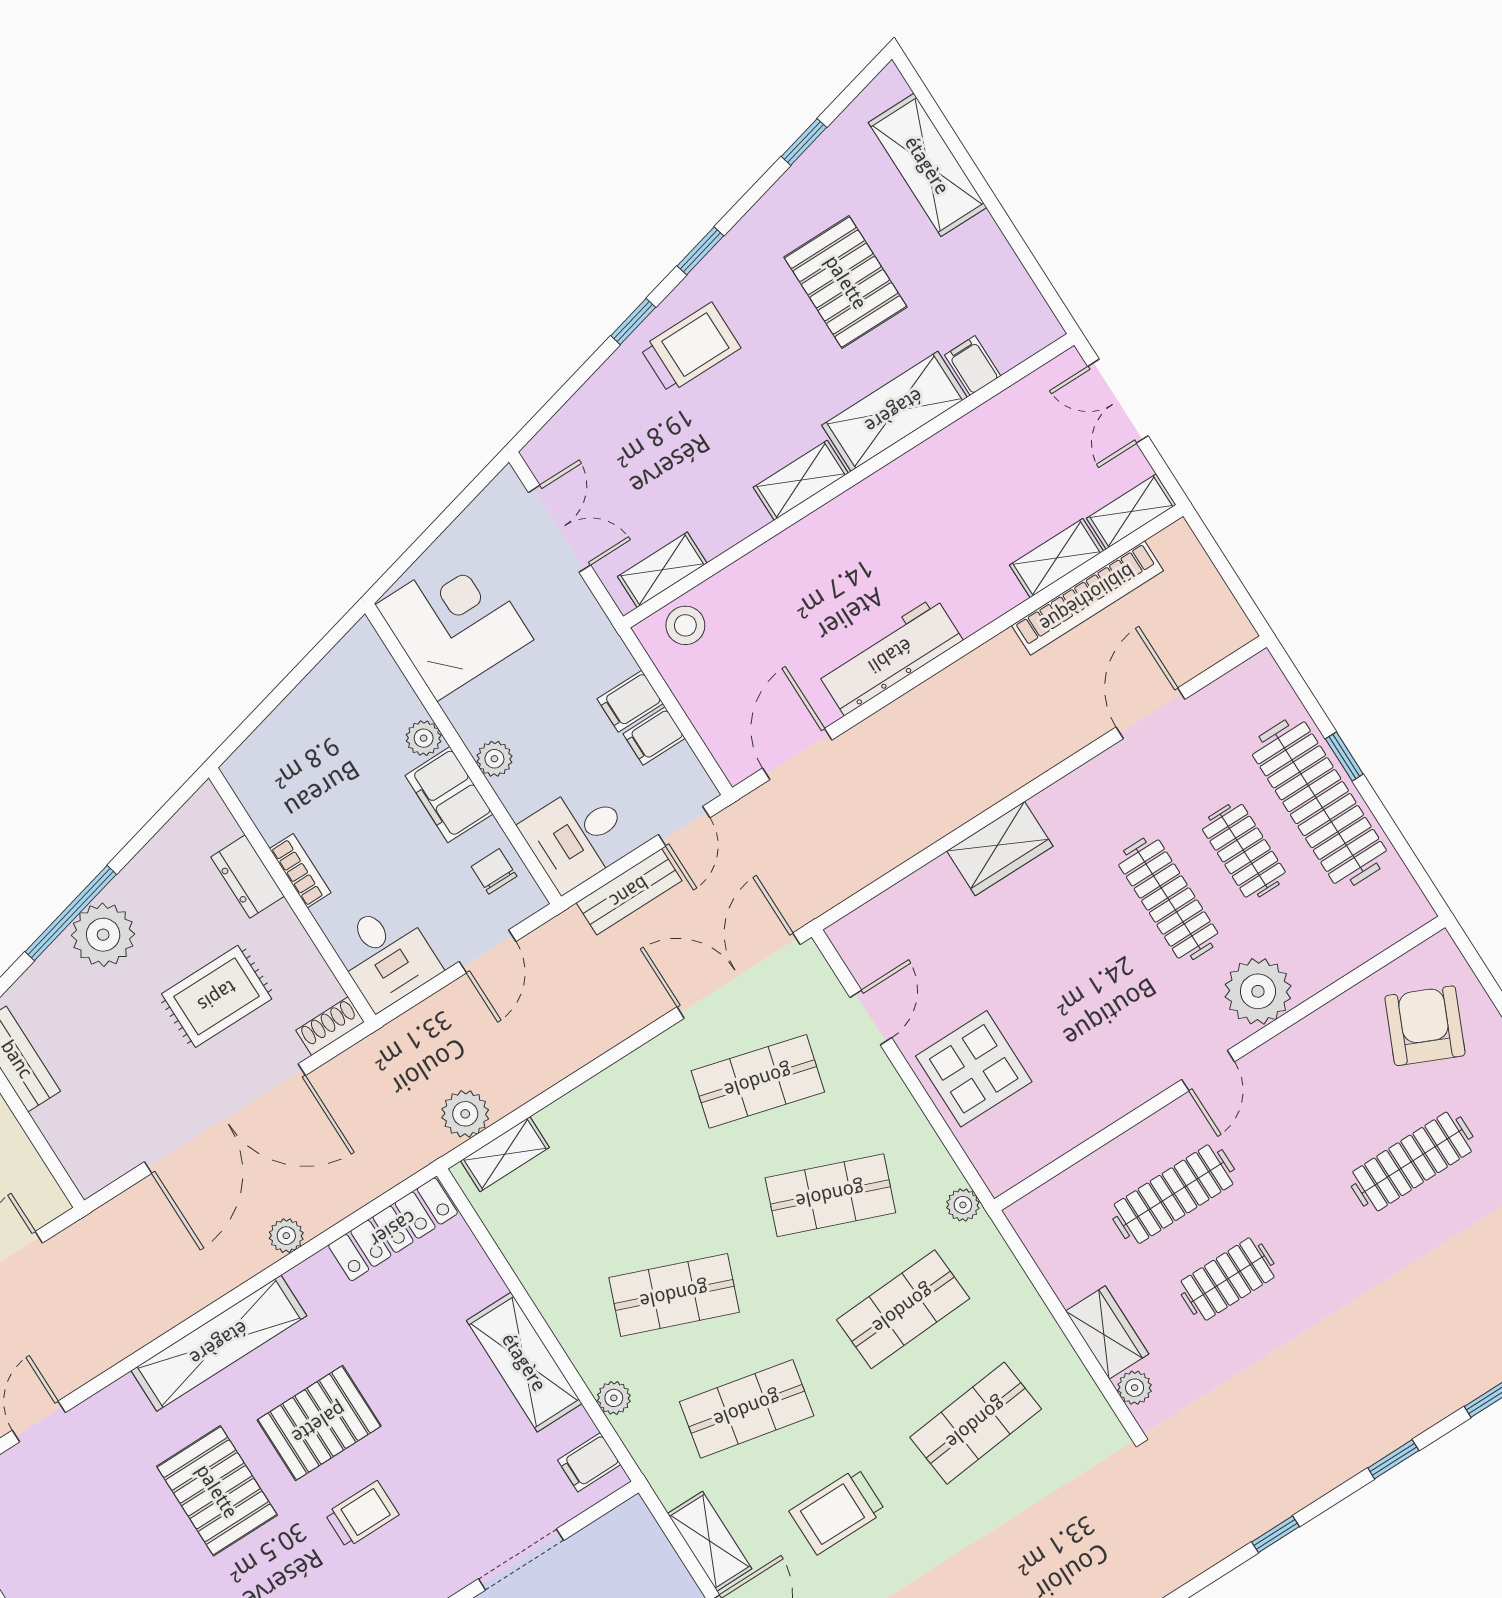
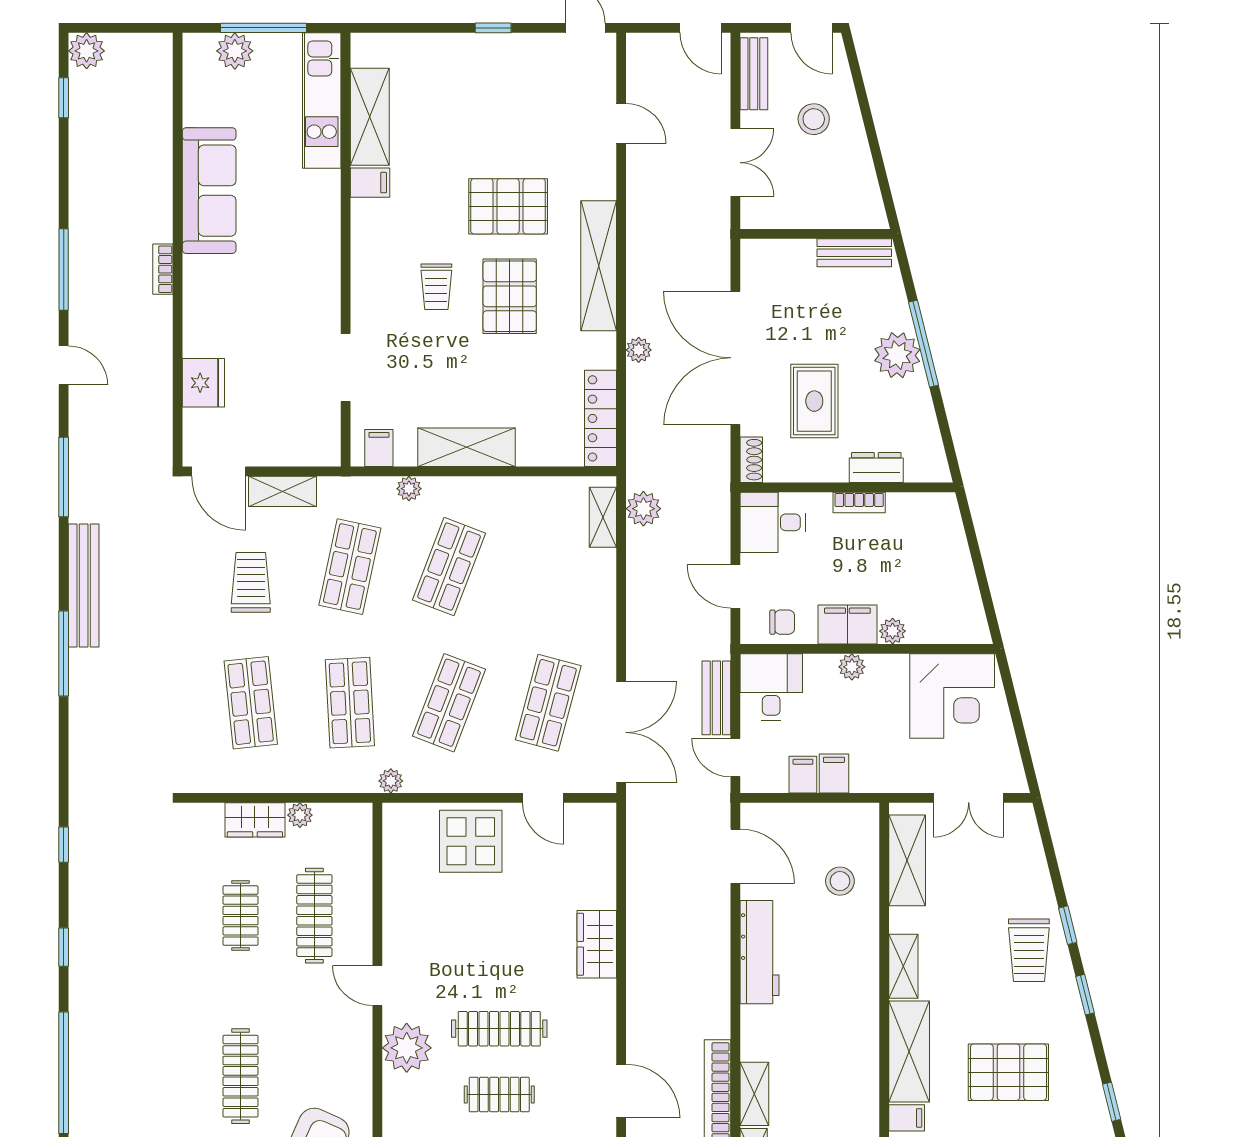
shelving: (662, 570) -> (907, 860), width x1.50, depth x1.33
stool: (685, 625) -> (840, 881), moved
plant: (1135, 1388) -> (300, 815), moved

